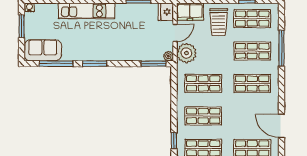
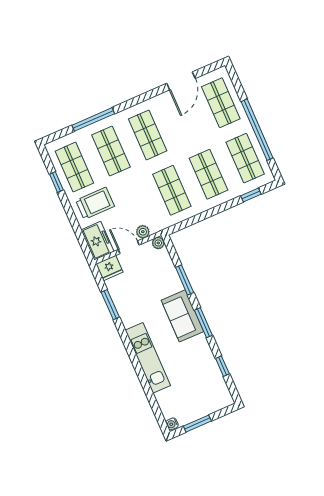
sofa: (43, 50) -> (182, 316), moved
plant: (186, 53) -> (143, 232), width x0.53, depth x0.53
window: (56, 64) -> (222, 366), width x0.46
window: (154, 64) -> (185, 280), moved

